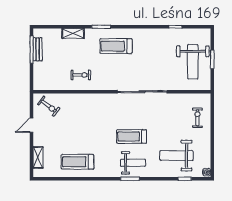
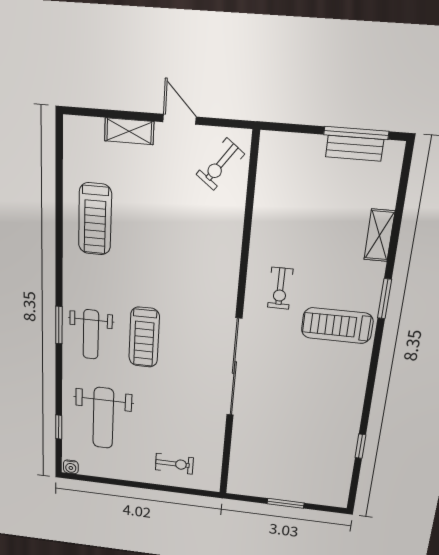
treadmill: (116, 46) -> (337, 326), turned -90
weight bench: (193, 62) -> (285, 469), removed
exercise bike: (81, 75) -> (280, 288), moved
treadmill: (132, 136) -> (144, 337), turned 180
weight bench: (177, 156) -> (103, 418), turned 180
shelving: (38, 157) -> (129, 131), moved
treadmill: (77, 162) -> (95, 219), turned 180

